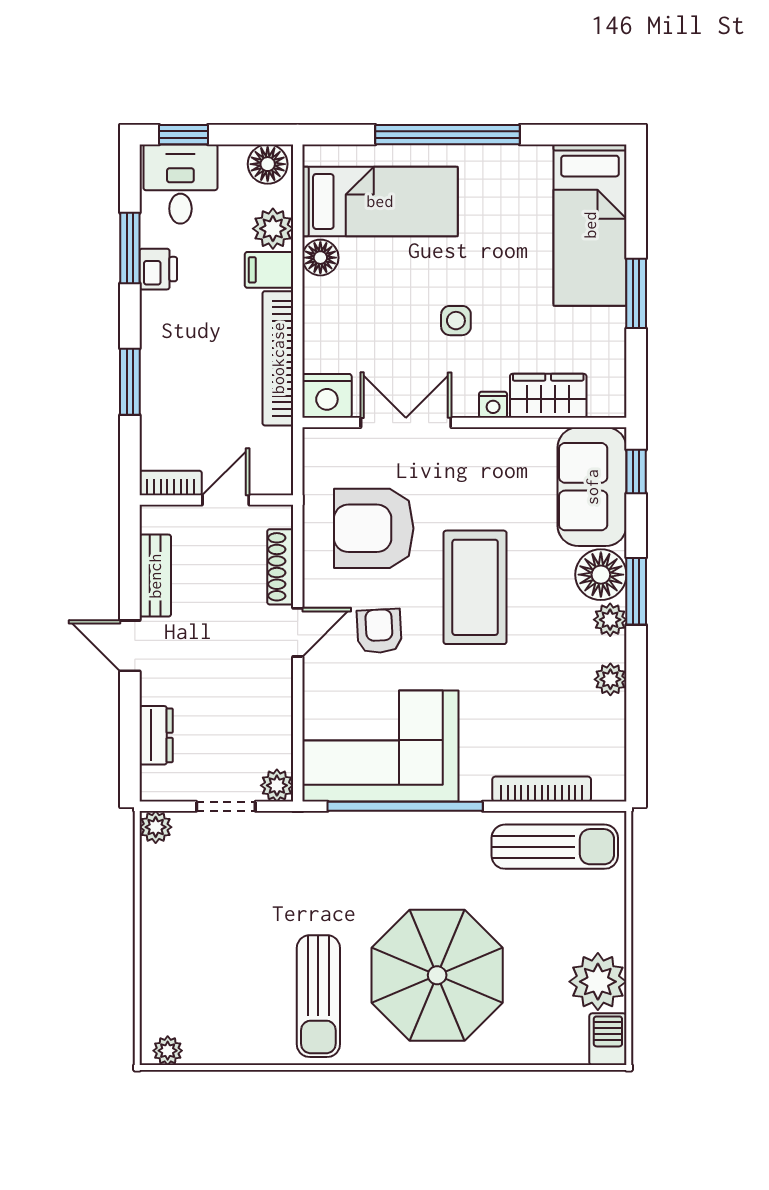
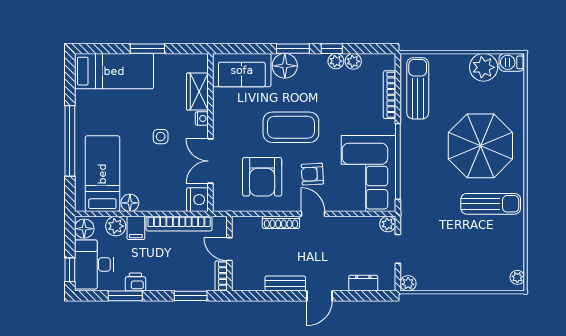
desk: (180, 184) -> (94, 264), width x1.37
window: (636, 471) -> (332, 49), moved
bookcase: (171, 483) -> (221, 276), moved
wall: (216, 500) -> (229, 254), moved
door: (226, 500) -> (229, 249), moved
plant: (610, 620) -> (353, 61), moved

